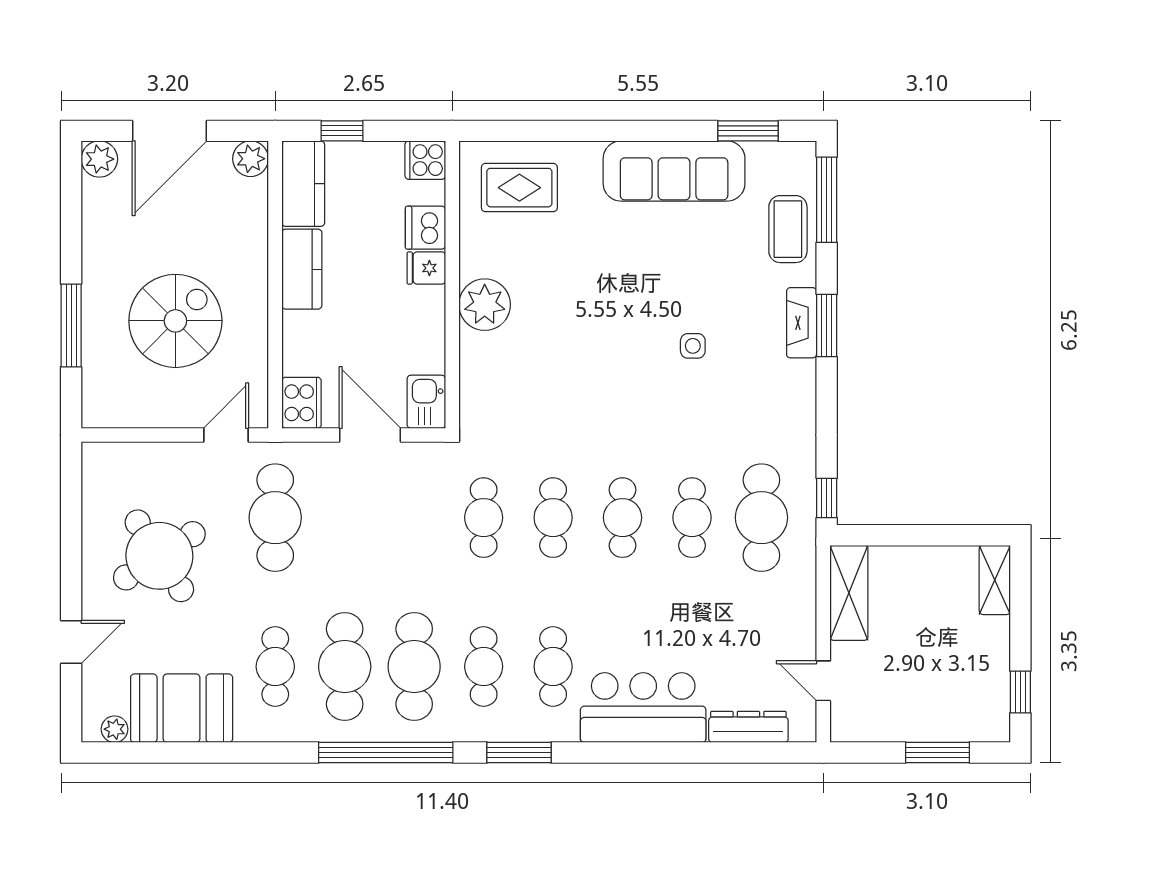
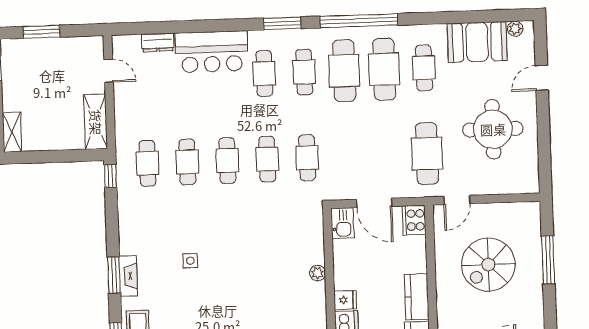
plant: (485, 305) -> (318, 273), width x0.53, depth x0.53
cafe table: (761, 518) -> (147, 163), width x0.73, depth x0.74
round table: (159, 556) -> (493, 129), turned 33
dresser: (748, 727) -> (158, 42), width x0.70

